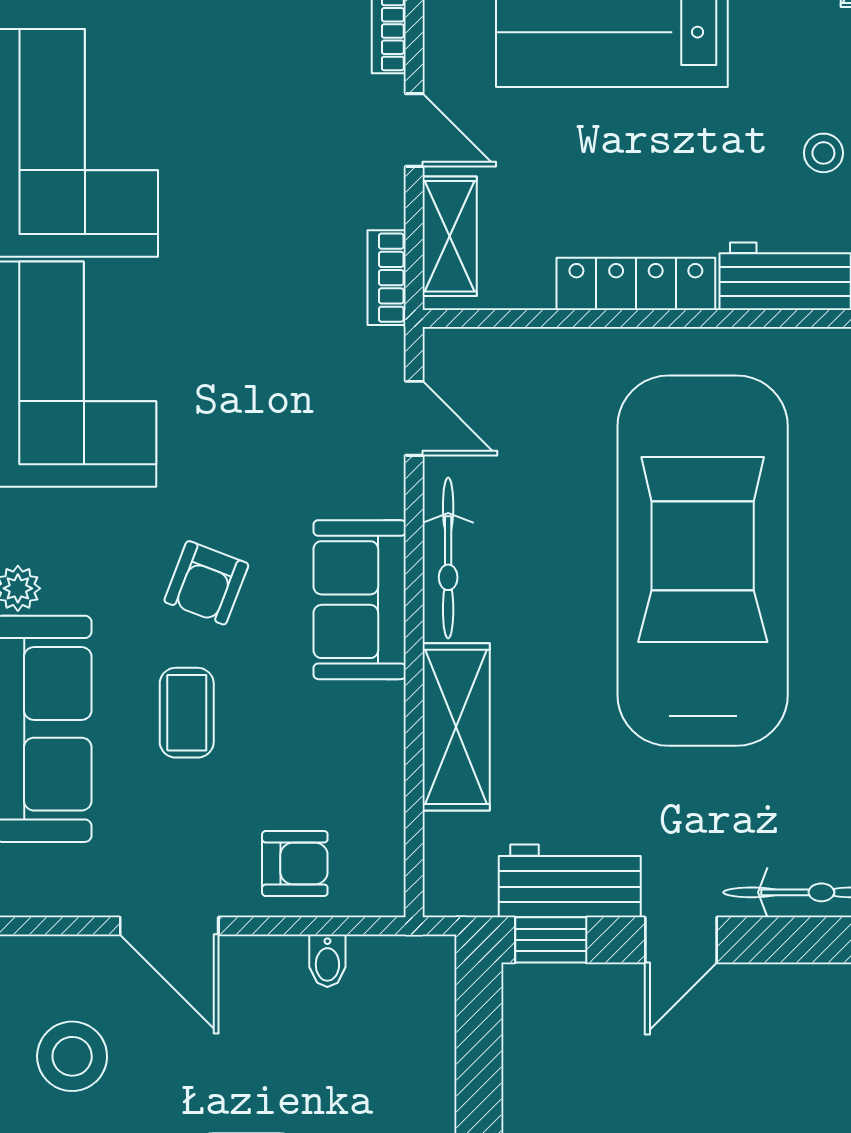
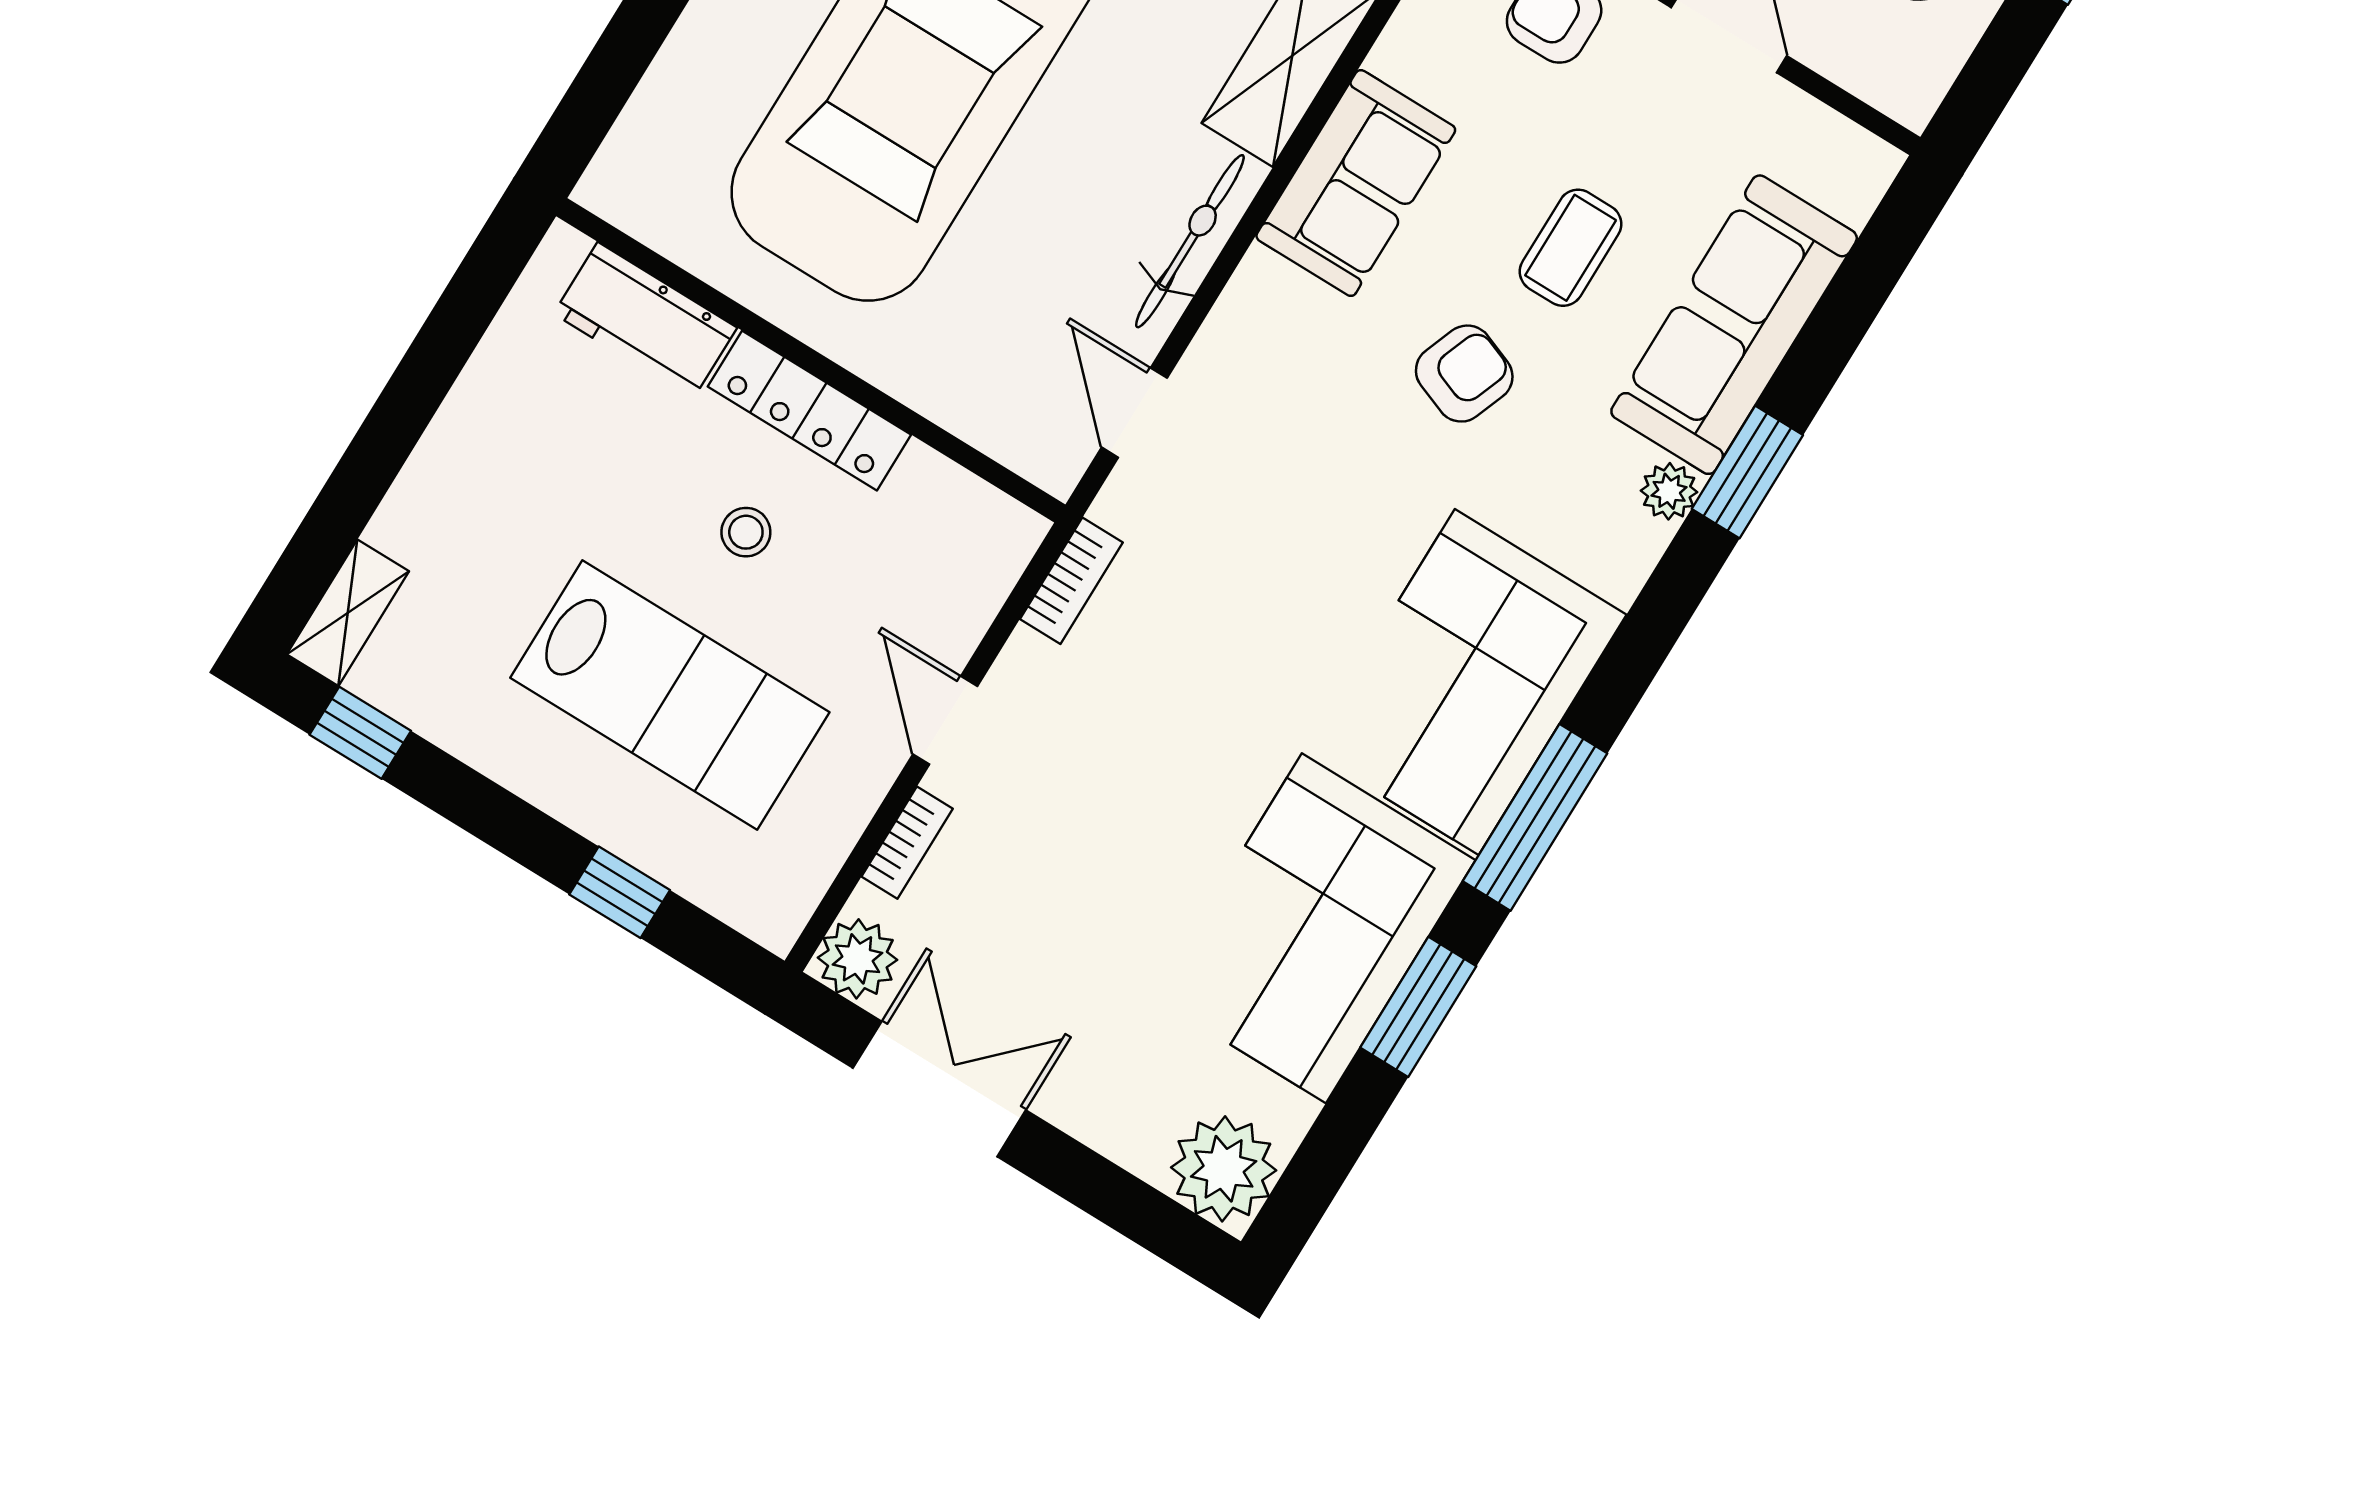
stool: (823, 153) -> (746, 532), moved
shelving: (450, 236) -> (977, 584), removed
sofa: (360, 600) -> (1356, 183), moved

